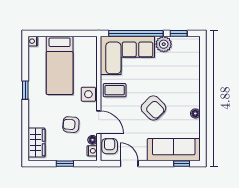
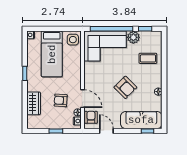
coffee table: (115, 90) -> (148, 58), moved
side table: (88, 94) -> (73, 40), moved
wardrobe: (37, 142) -> (34, 103), moved

